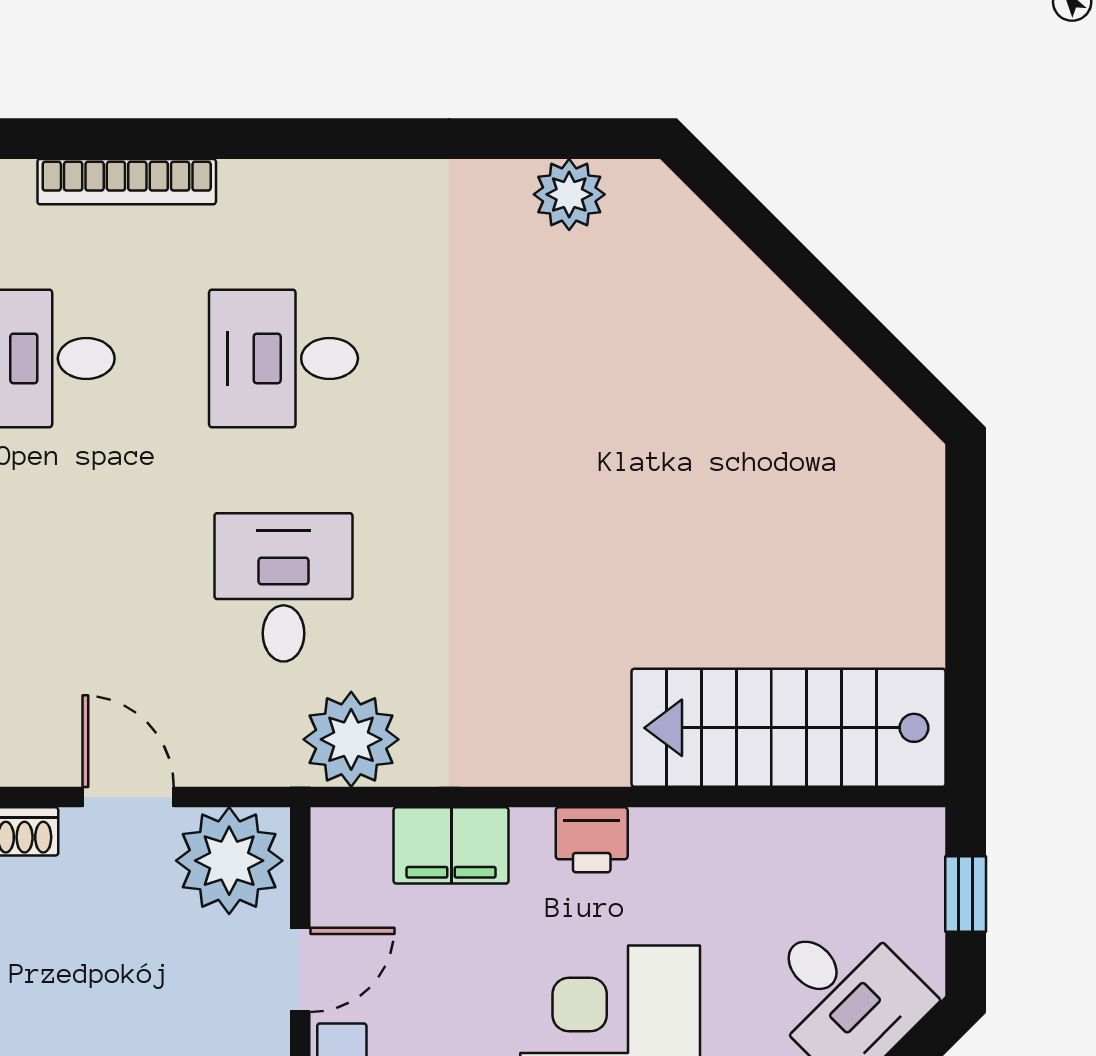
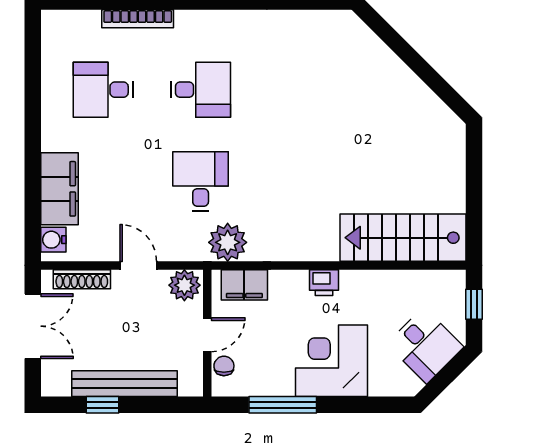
plant: (569, 194) -> (315, 24), removed
desk: (283, 358) -> (201, 90), turned 180
filing cabinet: (451, 845) -> (244, 285), moved
plant: (229, 861) -> (184, 285), width x0.73, depth x0.73

